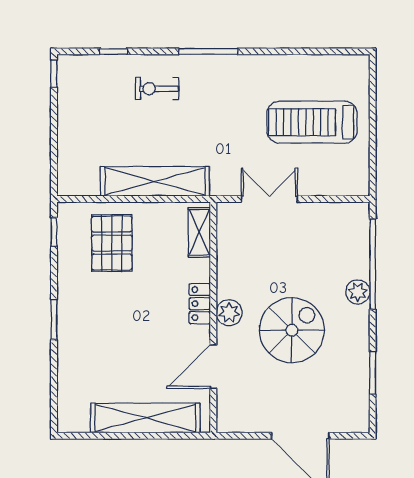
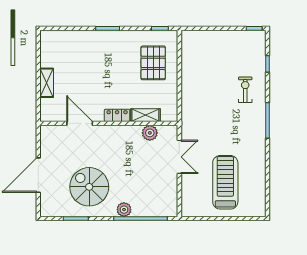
shelving: (155, 181) -> (190, 89), removed
shelving: (199, 232) -> (145, 115), moved
pallet: (112, 243) -> (153, 63), turned 90
plant: (229, 313) -> (150, 133), moved
spiral stairs: (292, 330) -> (89, 187), moved, turned 180
shelving: (145, 418) -> (47, 83), width x0.45, depth x0.75

